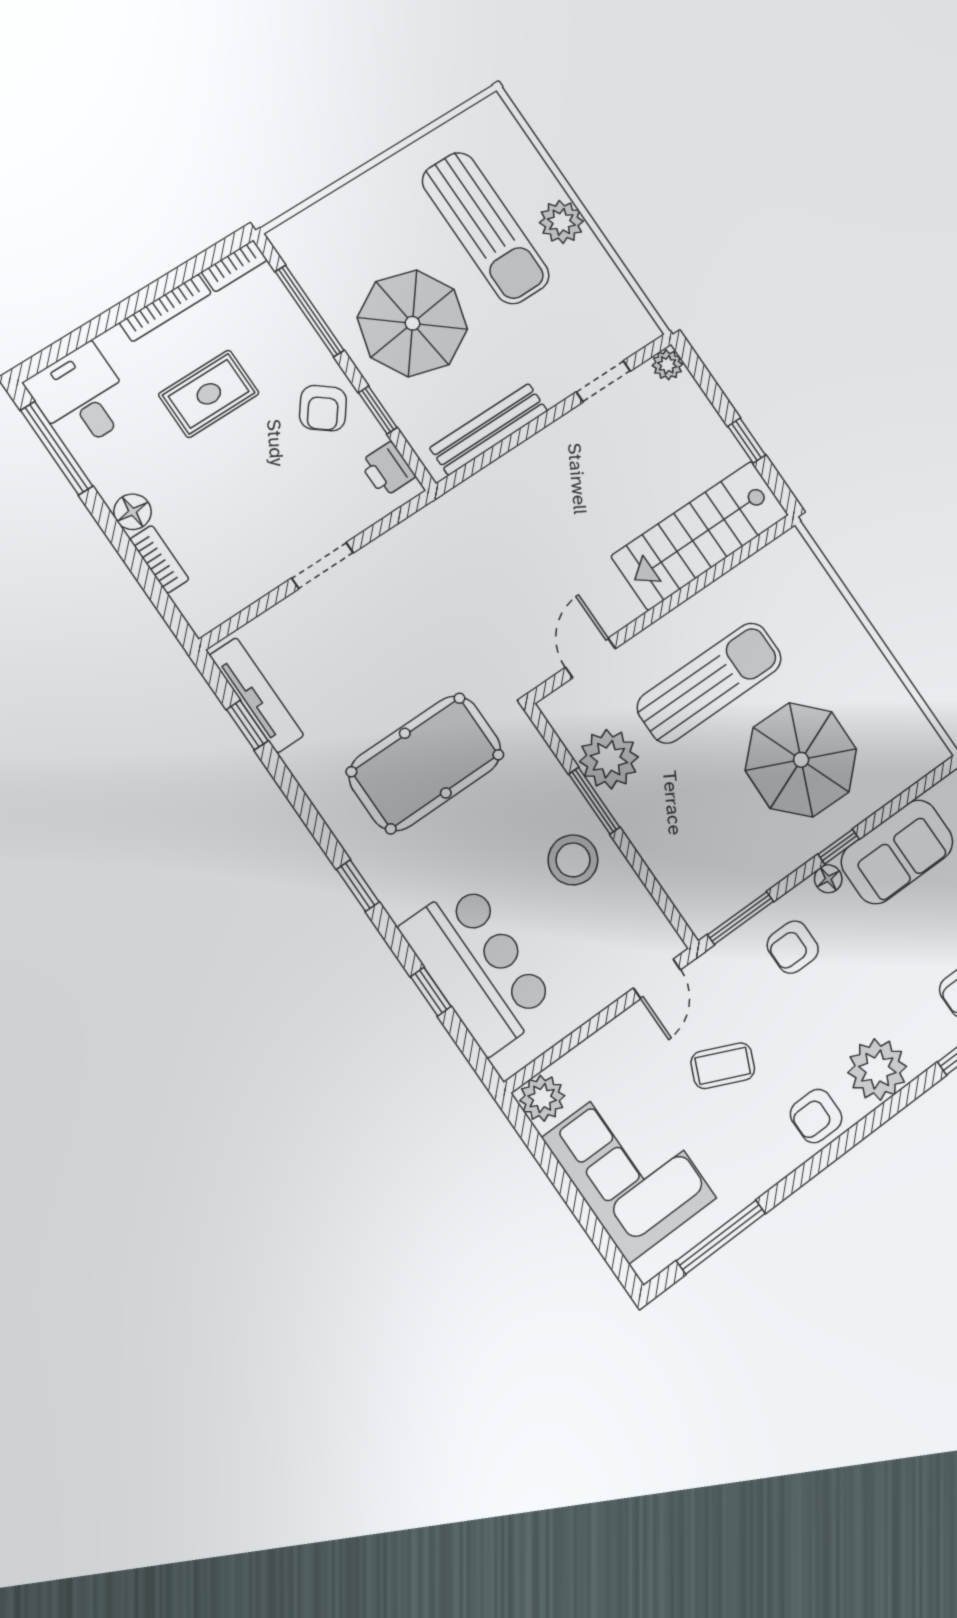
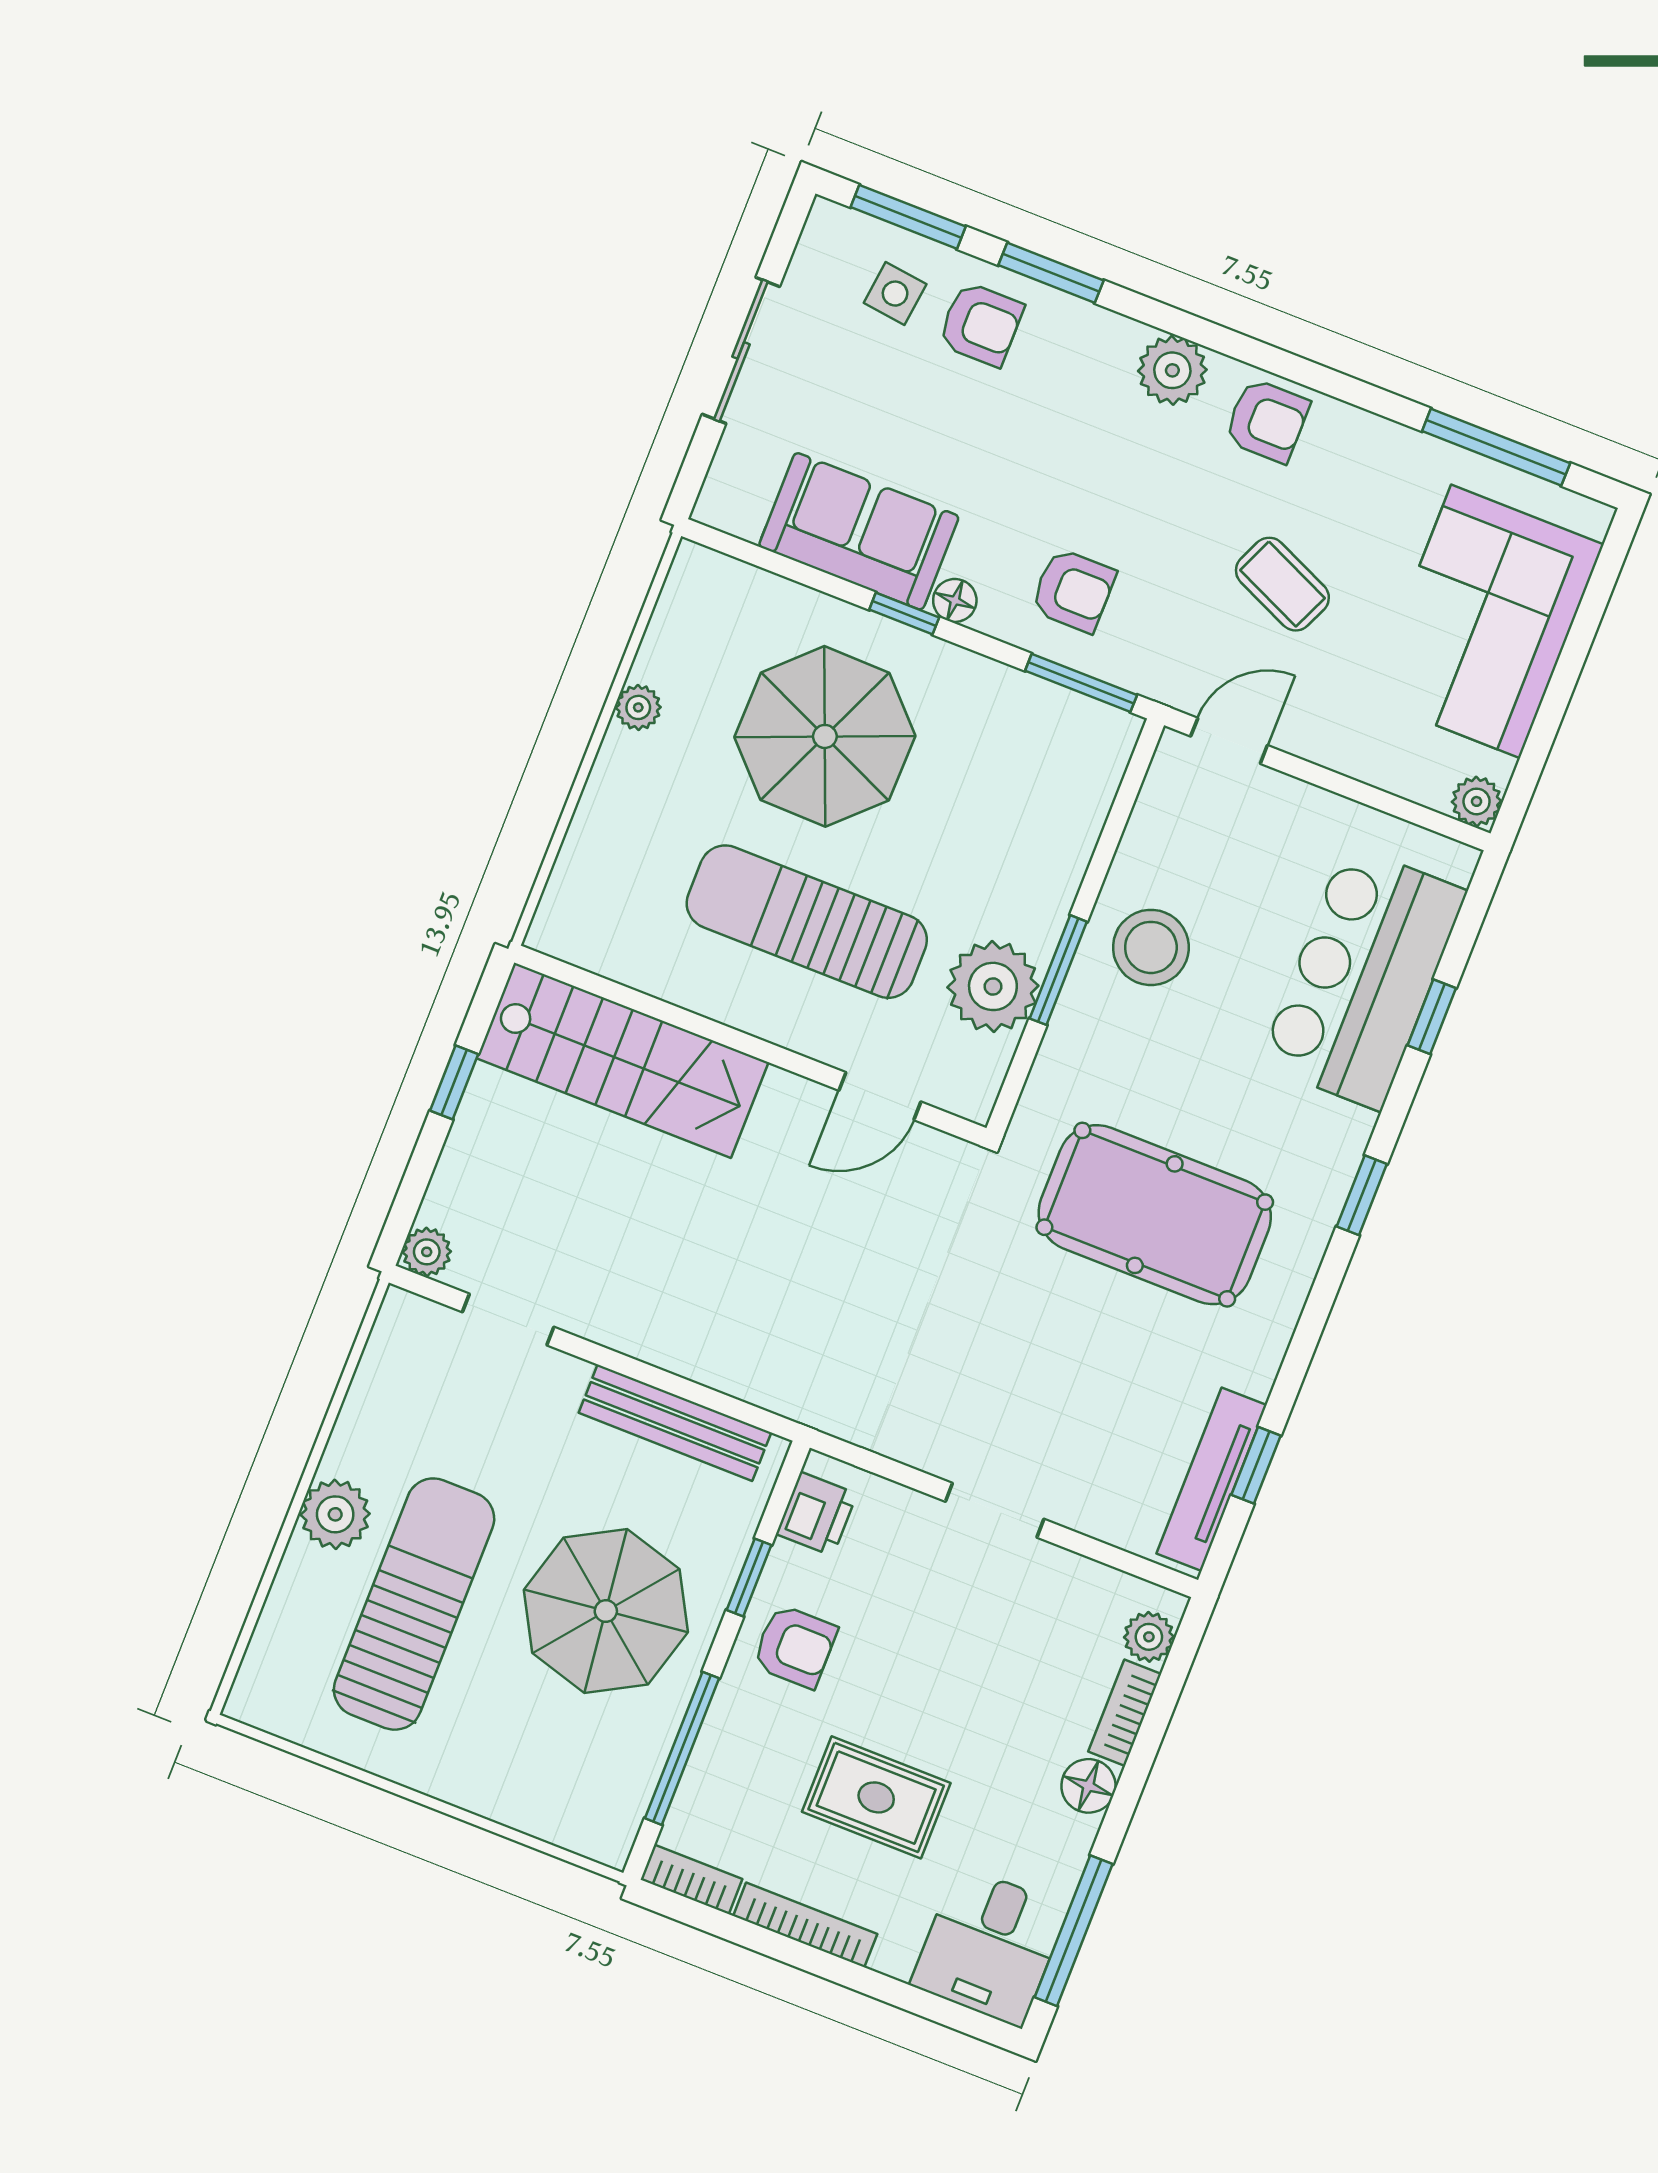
armchair: (323, 408) -> (795, 1646), turned 52
plant: (193, 601) -> (1149, 1637), added
plant: (879, 672) -> (638, 707), added
plant: (877, 1069) -> (1172, 370), width x0.73, depth x0.73
plant: (542, 1098) -> (1477, 801), width x0.73, depth x0.73

